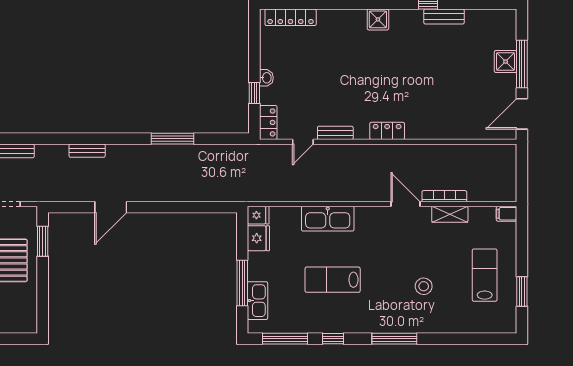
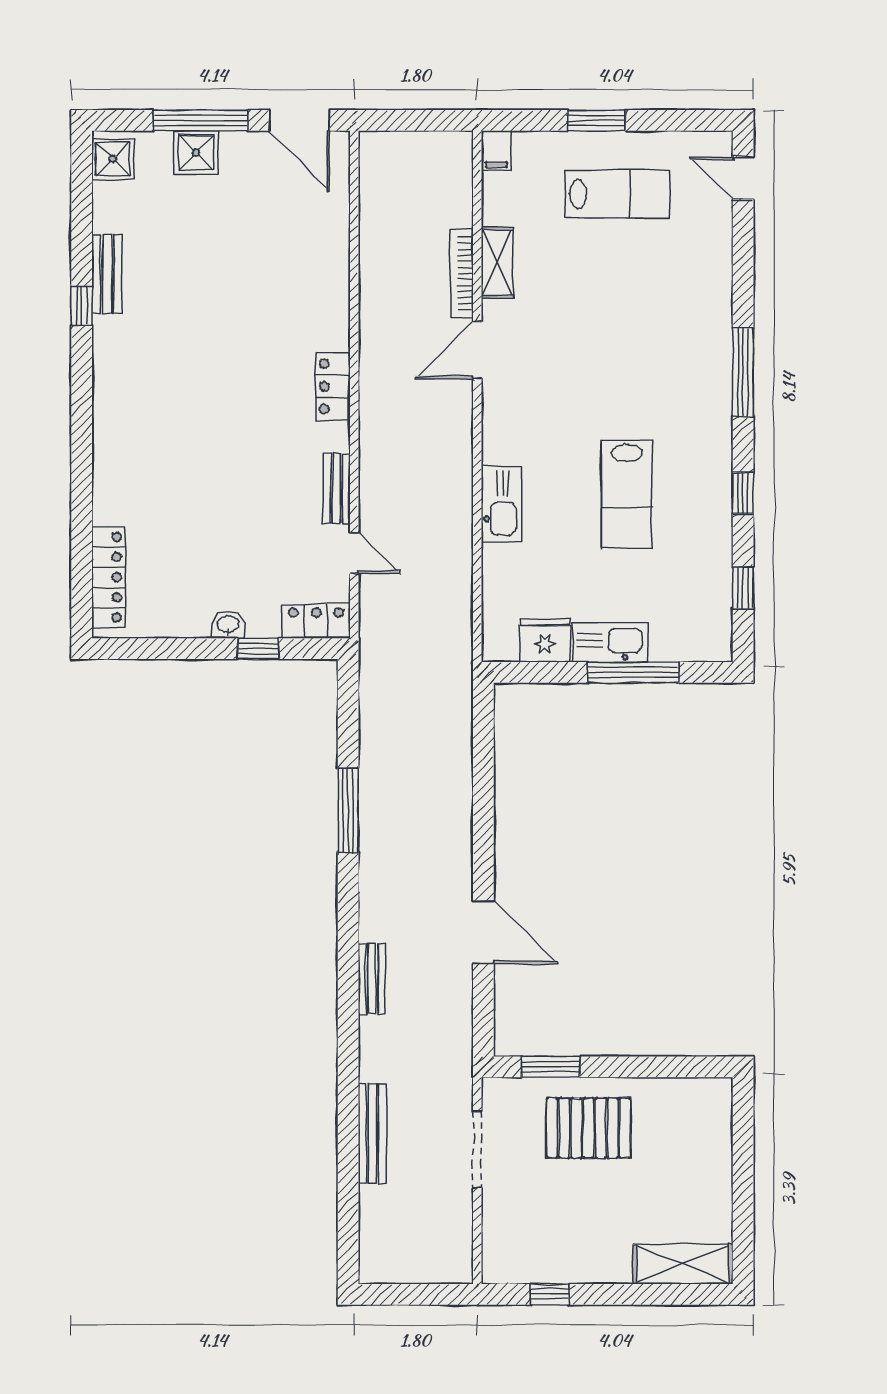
shower: (378, 19) -> (113, 159), moved
fridge: (258, 215) -> (499, 641), removed
kitchen sink: (328, 219) -> (501, 504), width x0.73, depth x0.81
lab bench: (485, 275) -> (618, 194), turned 180
stool: (424, 286) -> (640, 314), removed
window: (522, 292) -> (596, 120), moved
kitchen sink: (257, 301) -> (610, 642), moved
window: (285, 339) -> (743, 588), width x0.46
door: (493, 339) -> (743, 178), added

